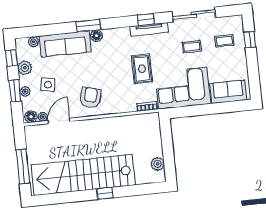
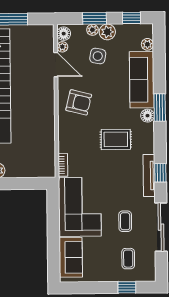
plant: (25, 68) -> (107, 32), moved
rug: (142, 69) -> (116, 139), moved

